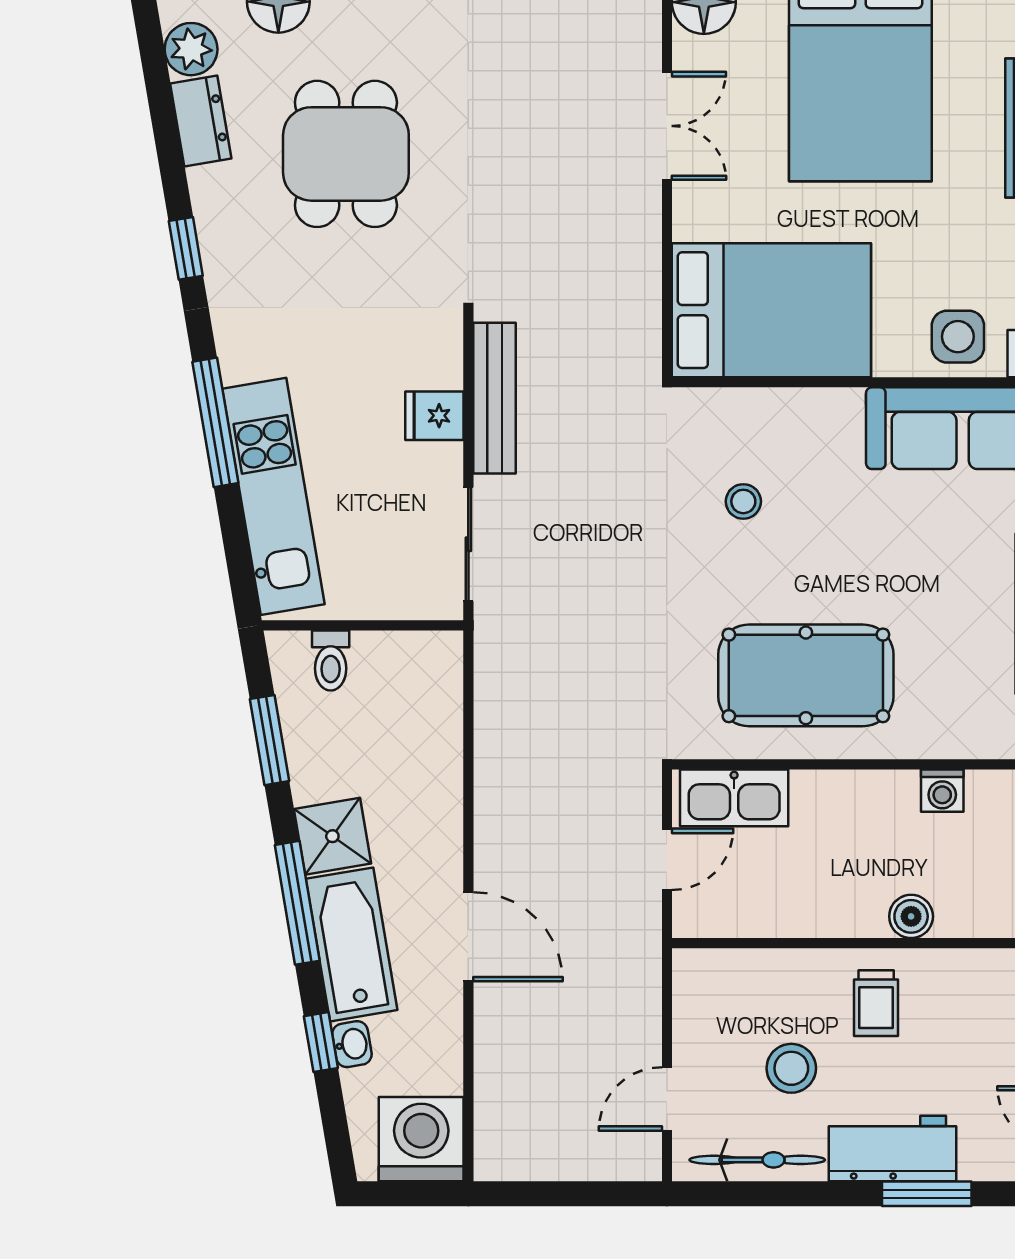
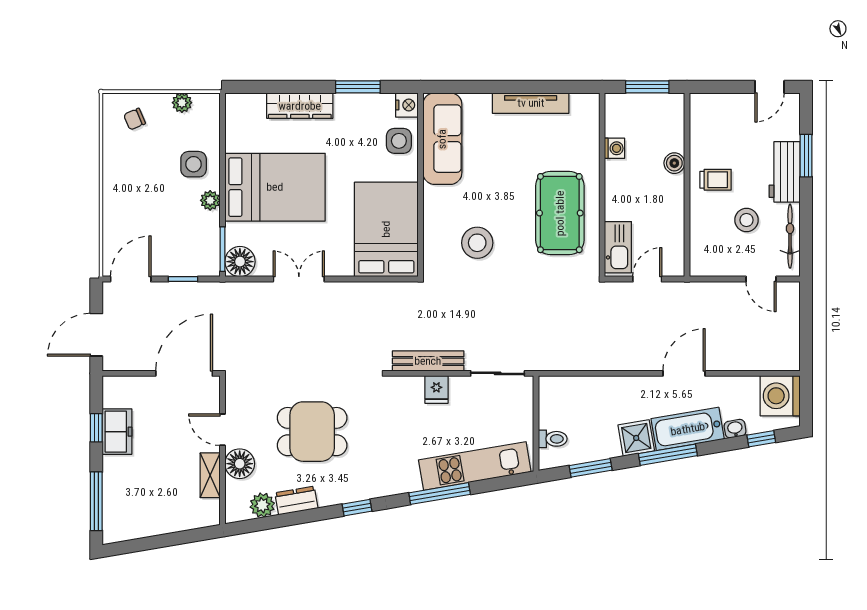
stool: (743, 501) -> (477, 243), width x1.89, depth x1.89
door: (667, 859) -> (647, 279), hinge flipped
window: (321, 1042) -> (761, 439), moved

